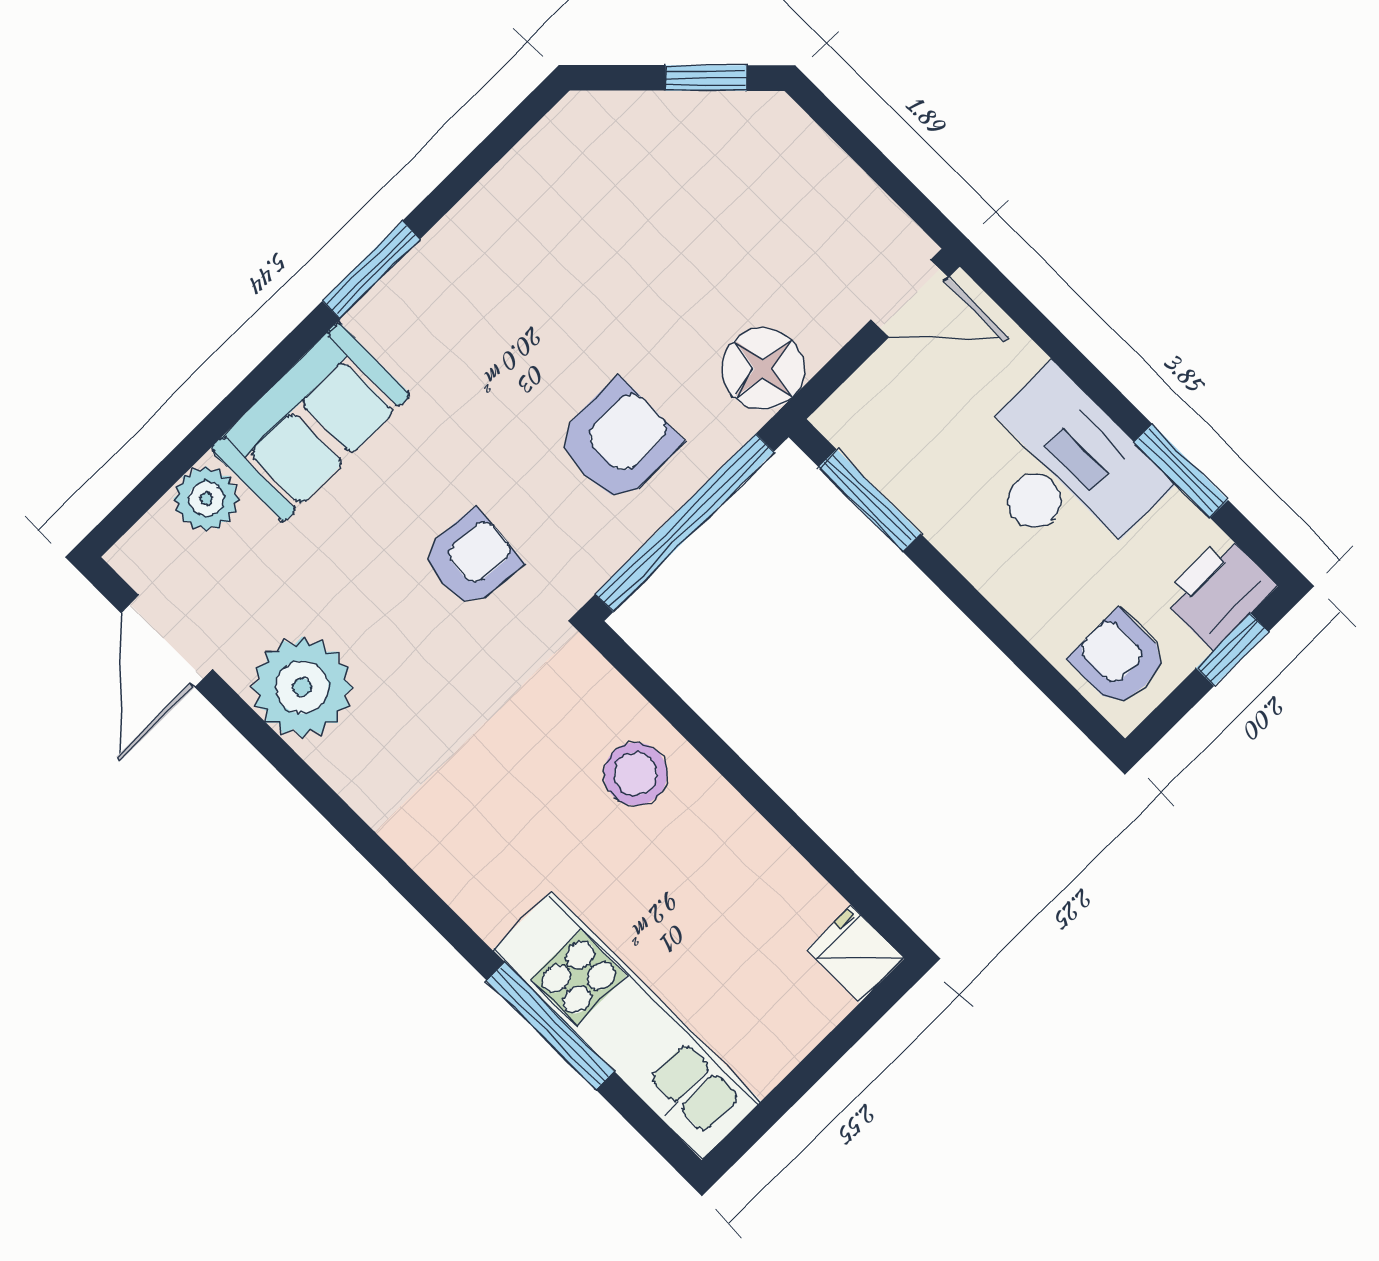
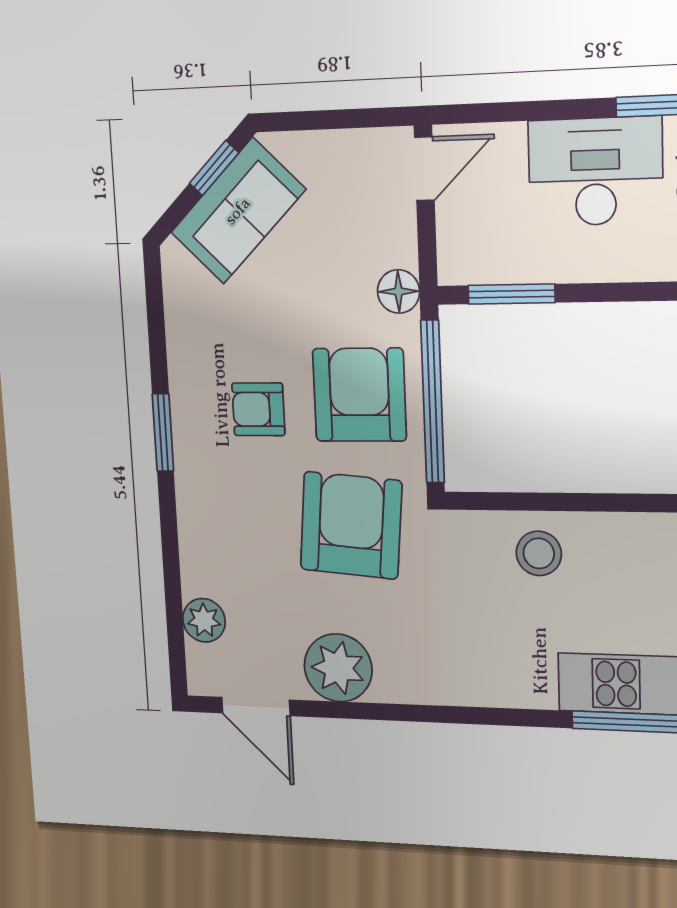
armchair: (498, 350) -> (258, 409), added
floor lamp: (763, 369) -> (398, 291), width x0.73, depth x0.73
sofa: (311, 422) -> (238, 211), moved, turned 45
armchair: (618, 442) -> (359, 395), width x1.36, depth x1.36
armchair: (471, 559) -> (351, 525), width x1.88, depth x1.88

